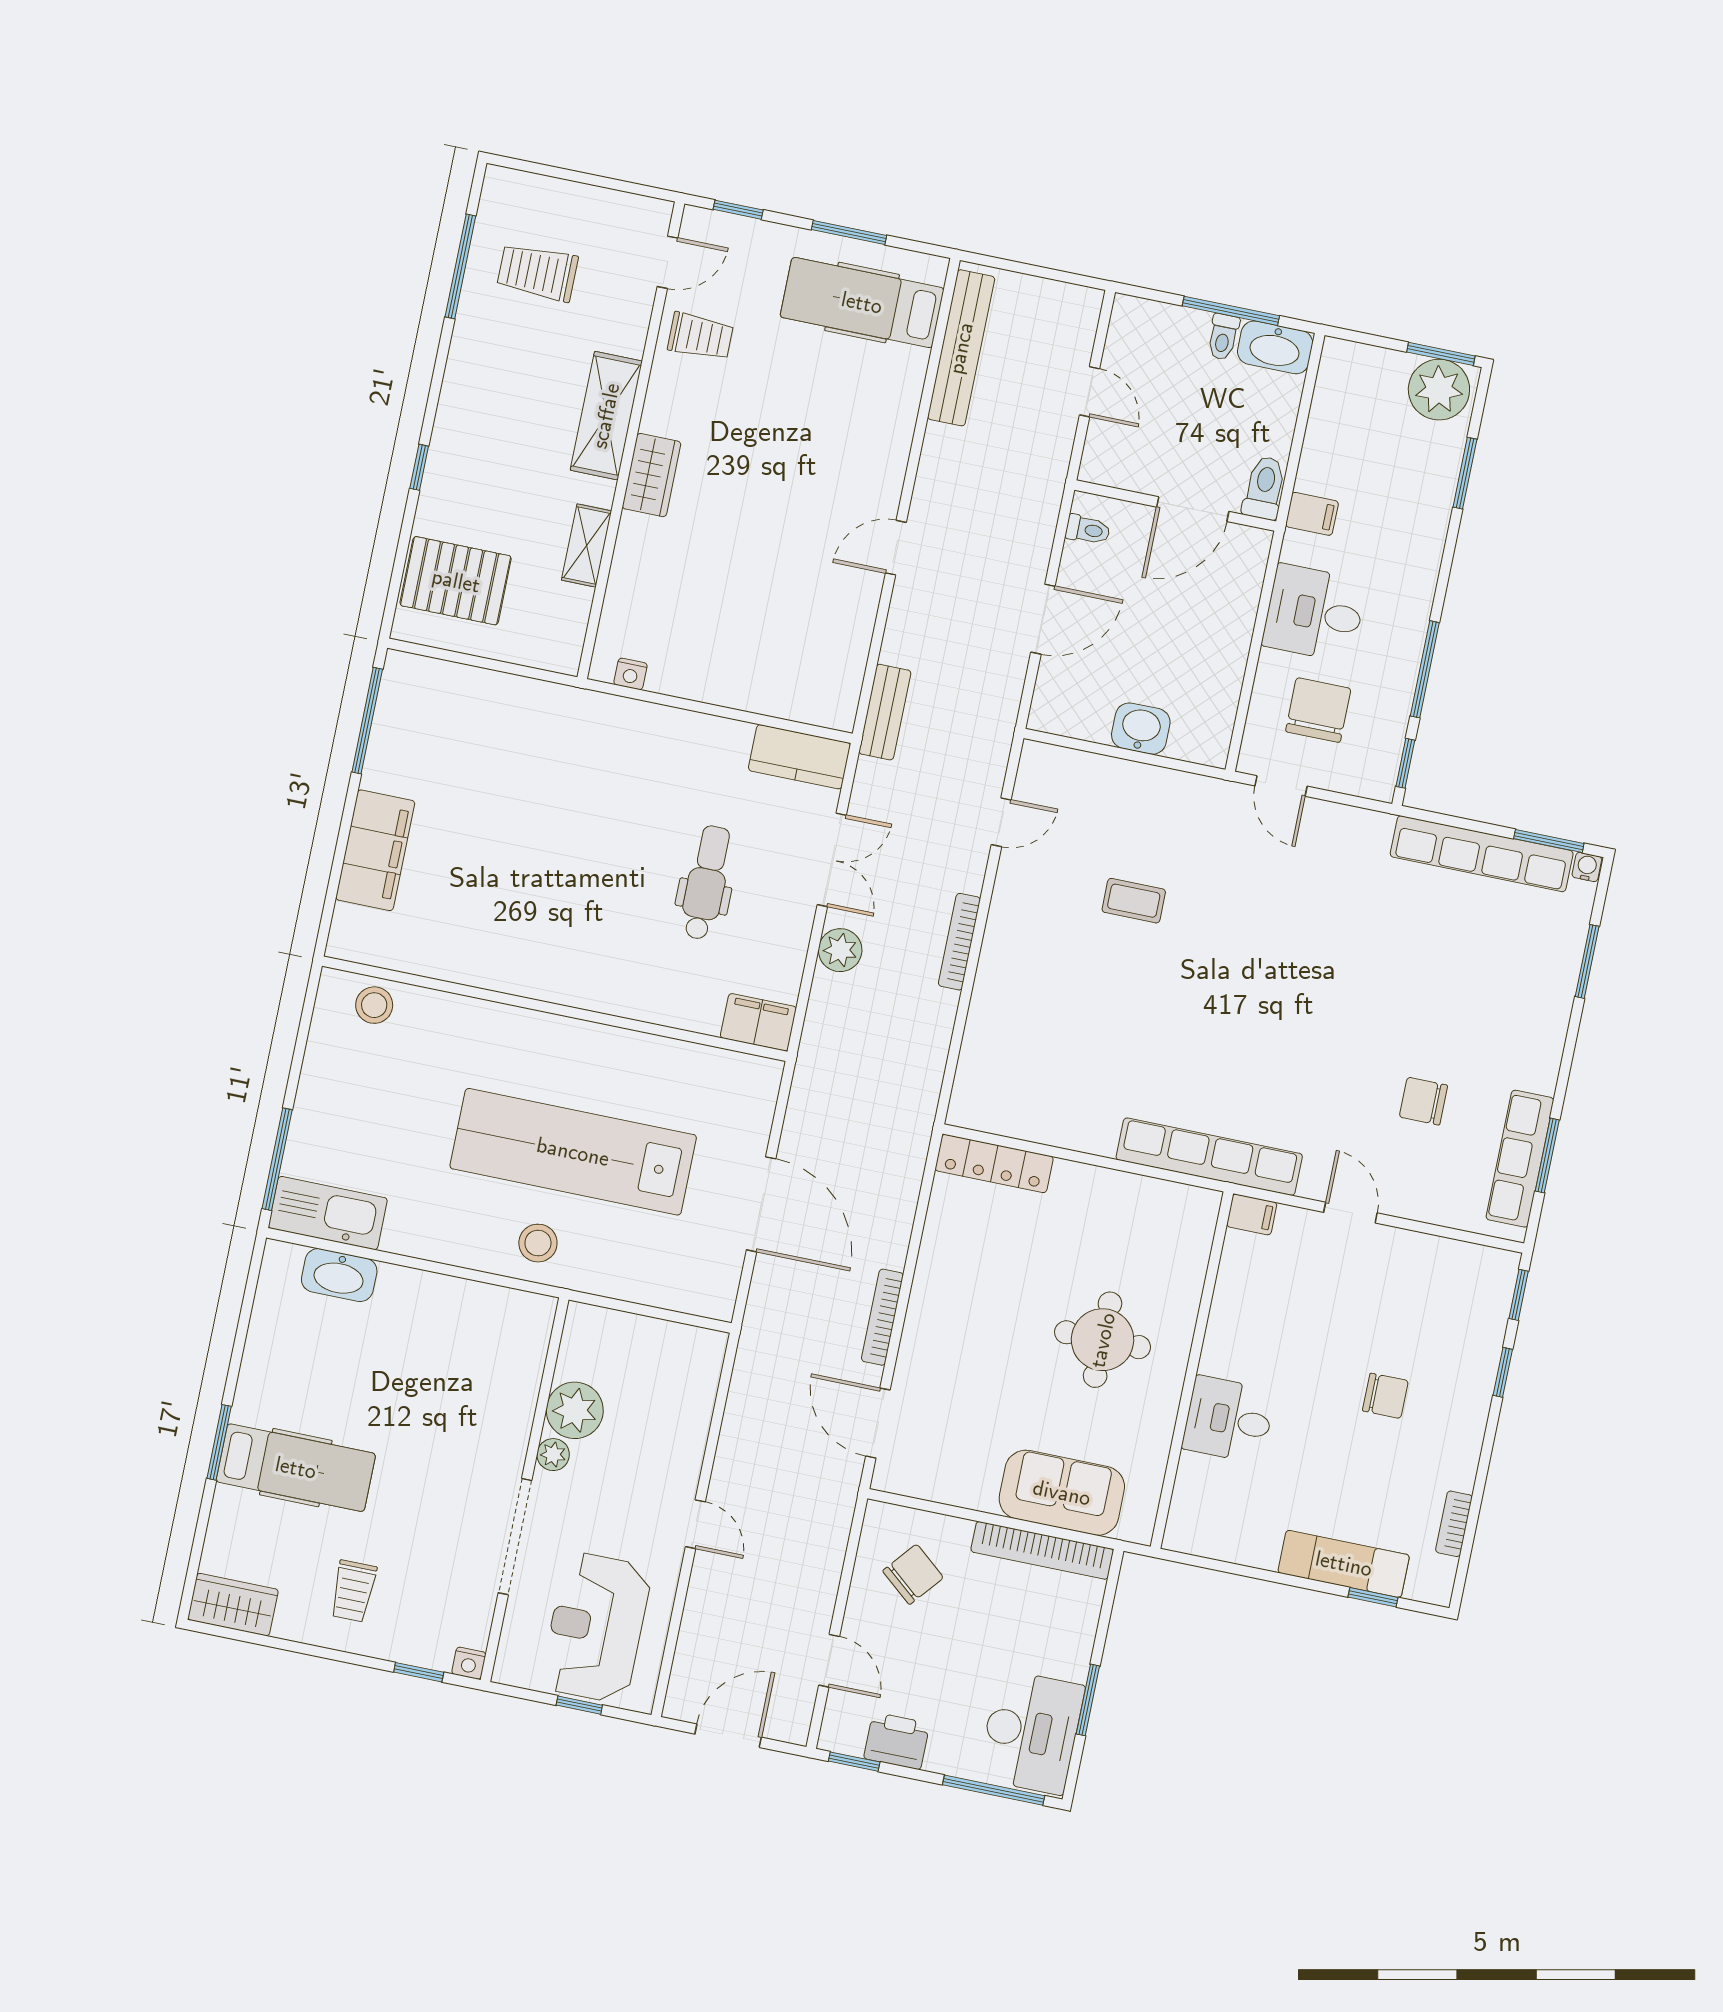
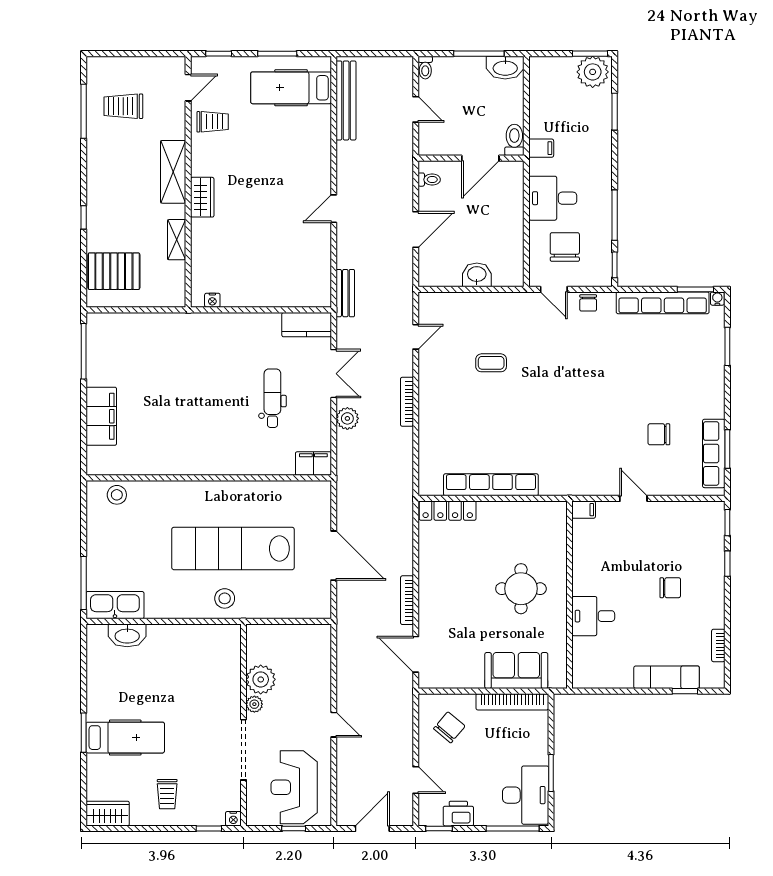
toilet: (1223, 337) -> (425, 68), moved
chair: (1341, 825) -> (588, 303), added
row of seats: (1209, 1157) -> (491, 485), moved

